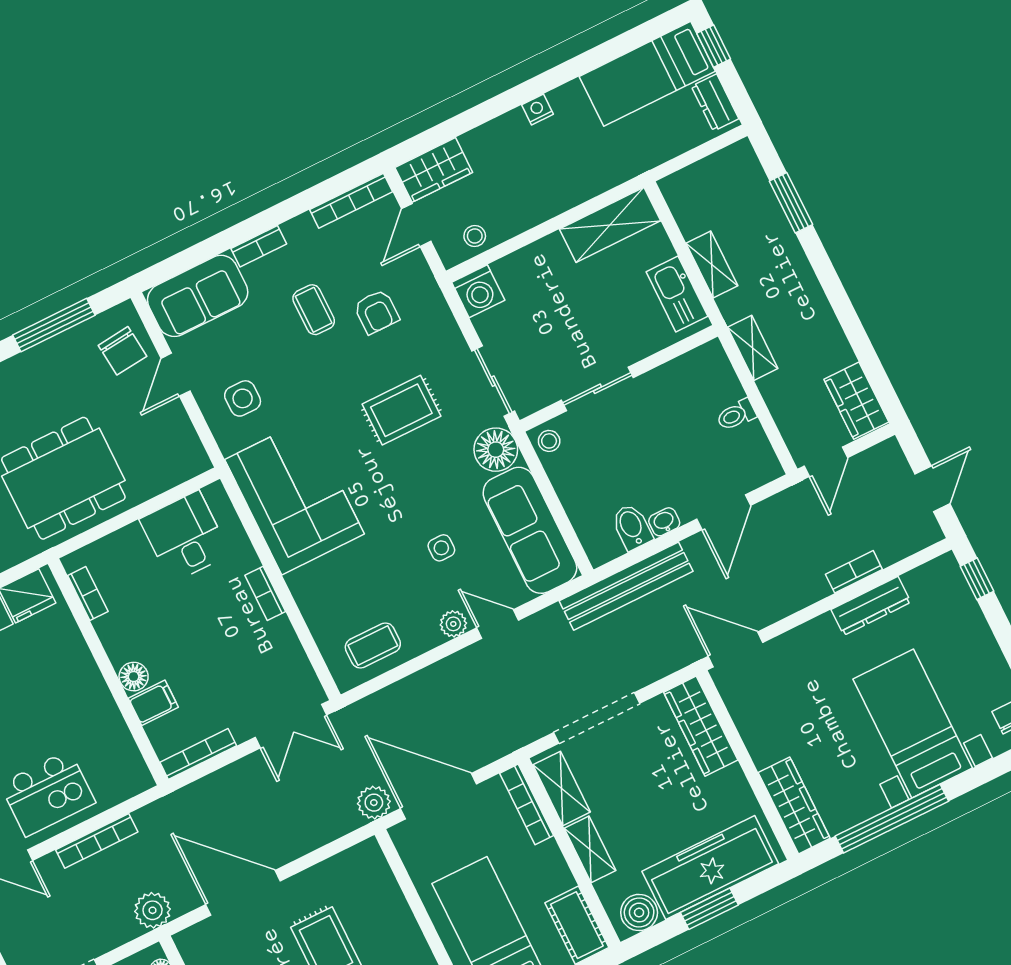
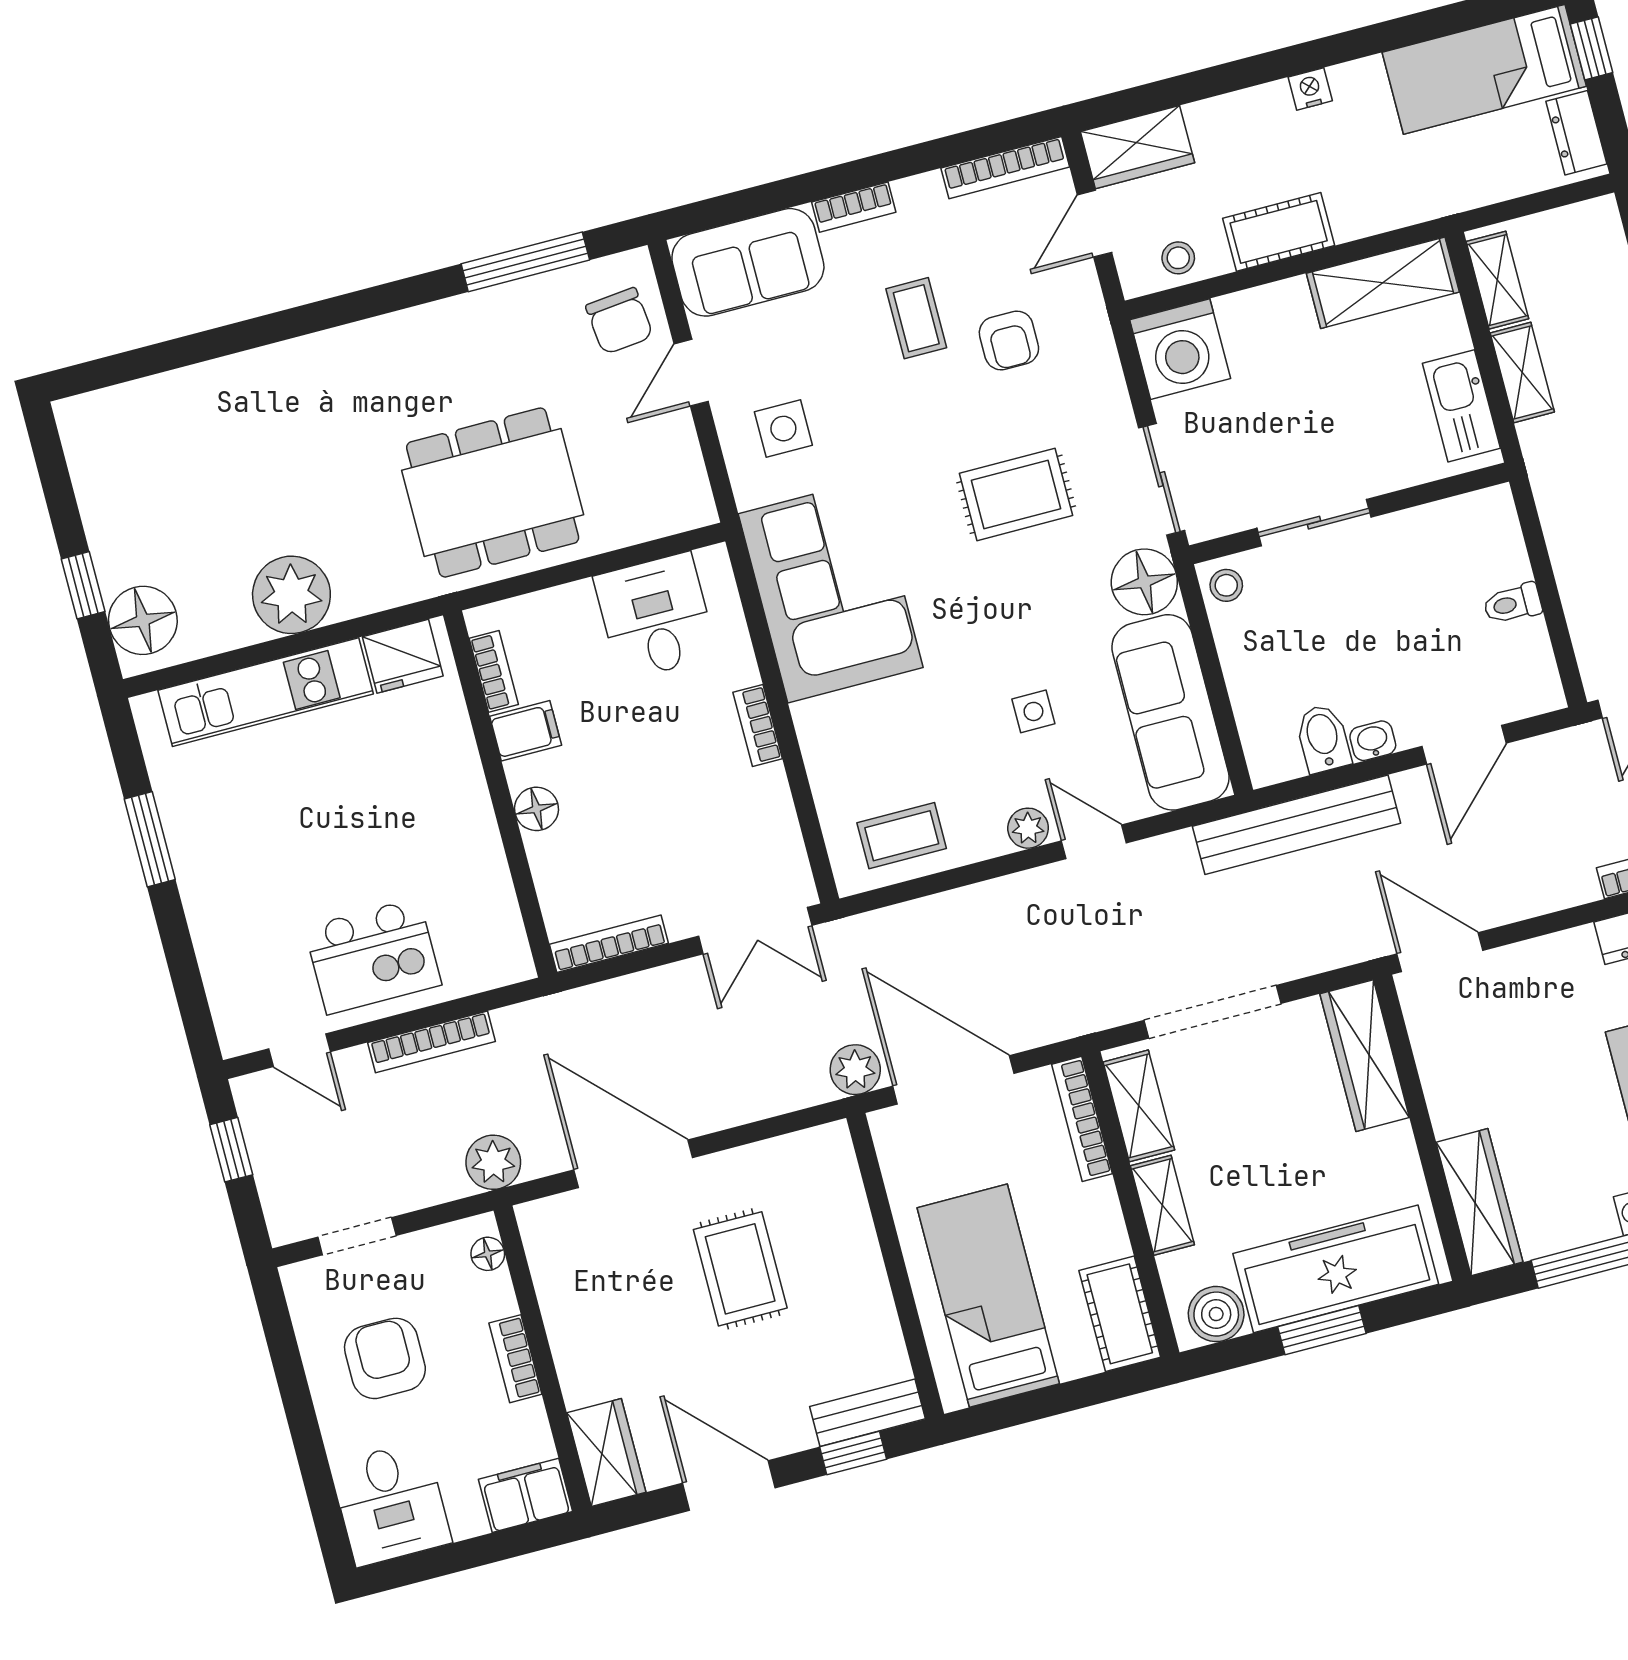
cot: (536, 206) -> (1279, 232), added
washing machine: (478, 291) -> (1180, 349), width x1.37, depth x1.37
shelving: (753, 348) -> (1497, 280), moved
filing cabinet: (153, 703) -> (526, 731), moved

